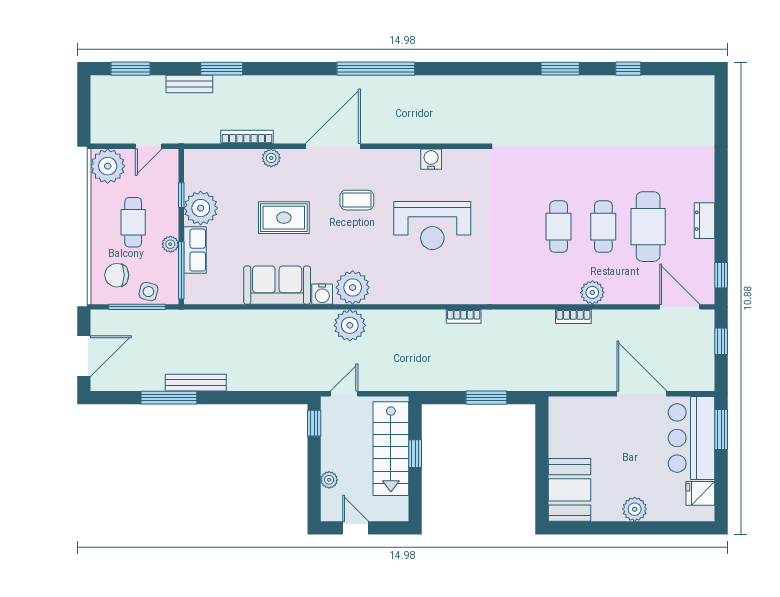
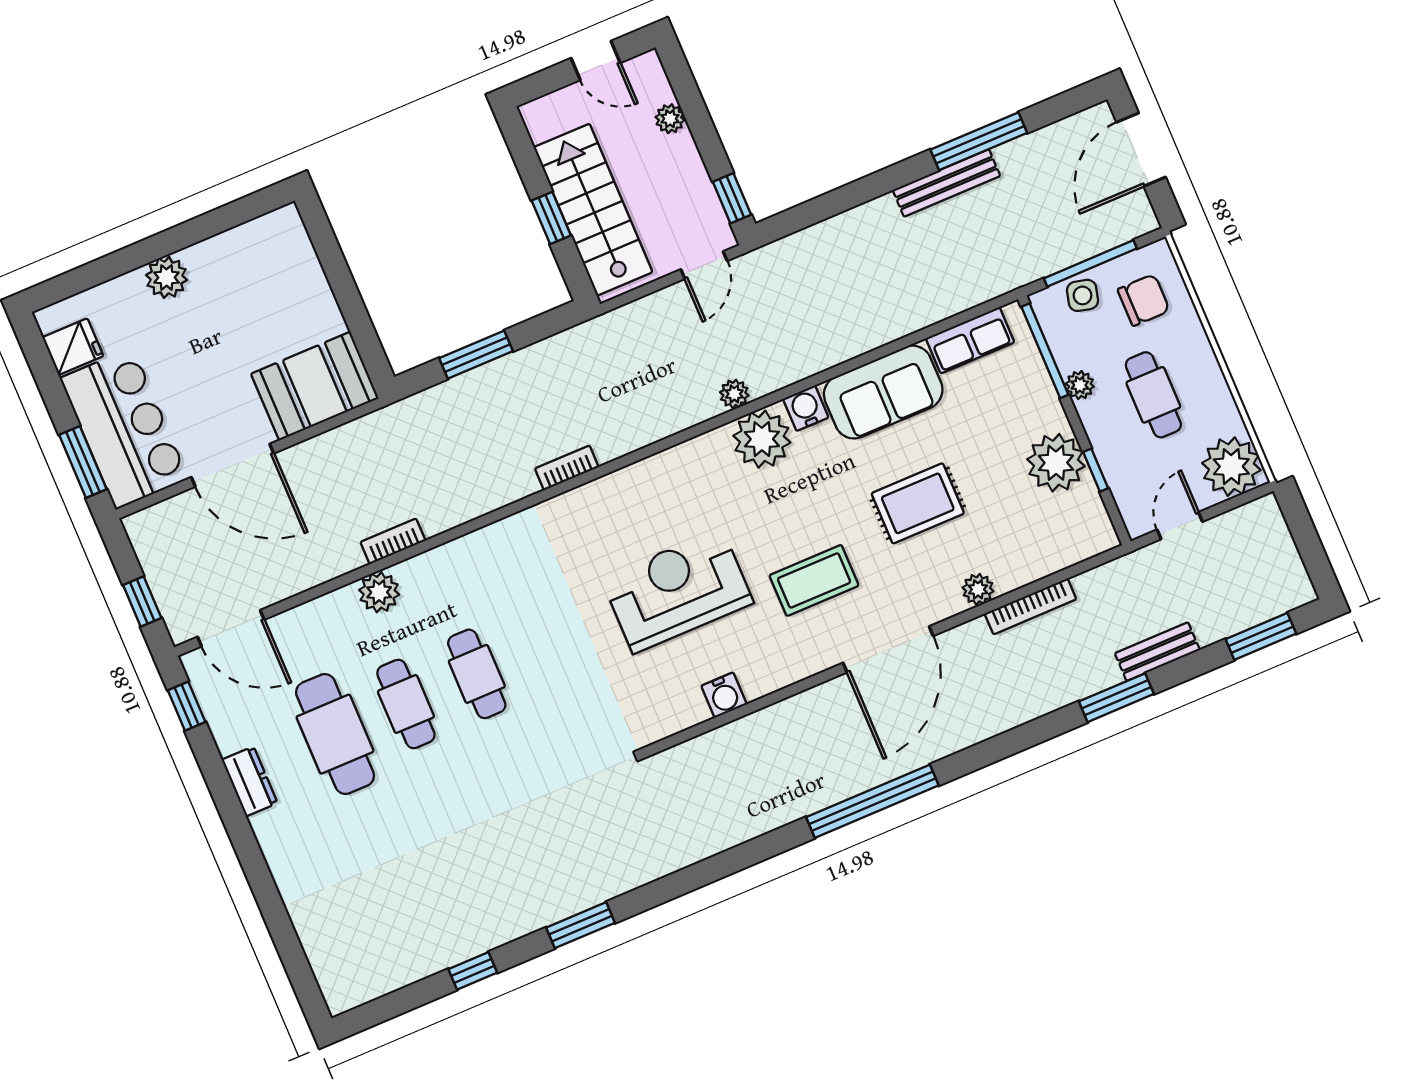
coffee table: (357, 200) -> (814, 580), width x1.36, depth x1.30
row of seats: (195, 250) -> (970, 340), moved, turned -90
plant: (350, 325) -> (734, 394), width x0.53, depth x0.53
booth: (570, 490) -> (315, 386), moved, turned 90

